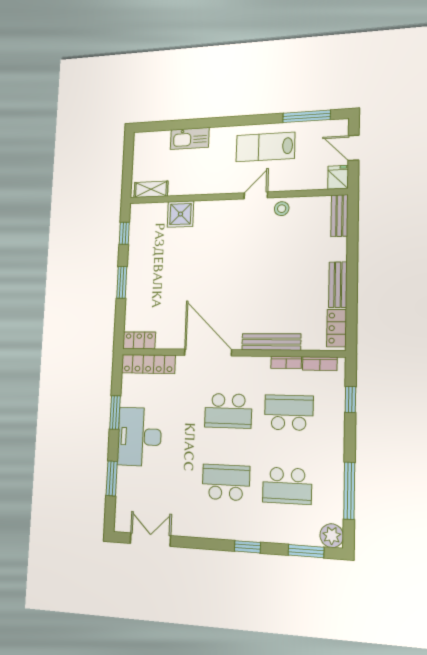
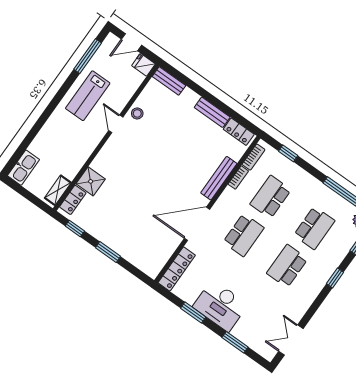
kitchen sink: (190, 139) -> (23, 168), moved
locker: (139, 340) -> (73, 200), moved, turned 180

